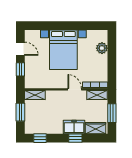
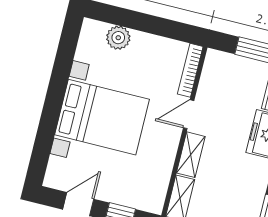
shelving: (97, 95) -> (191, 155), moved

